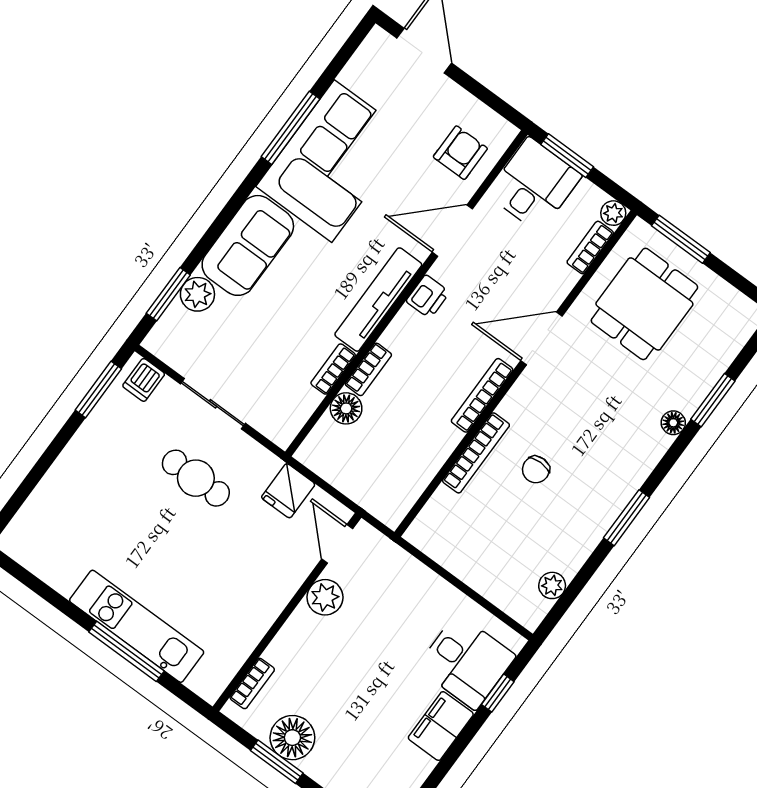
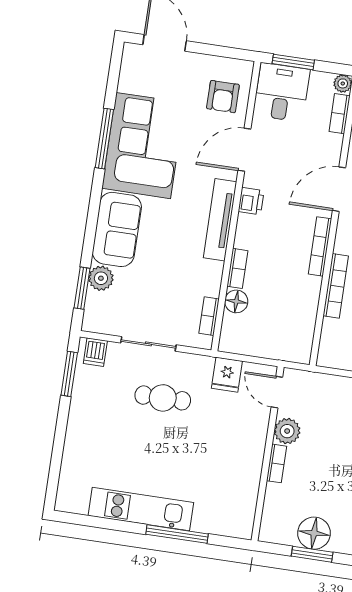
armchair: (460, 153) -> (223, 97), turned 180
bookcase: (333, 369) -> (209, 316), moved
kitchen unit: (137, 626) -> (141, 509), moved
bookcase: (252, 683) -> (277, 463), moved

